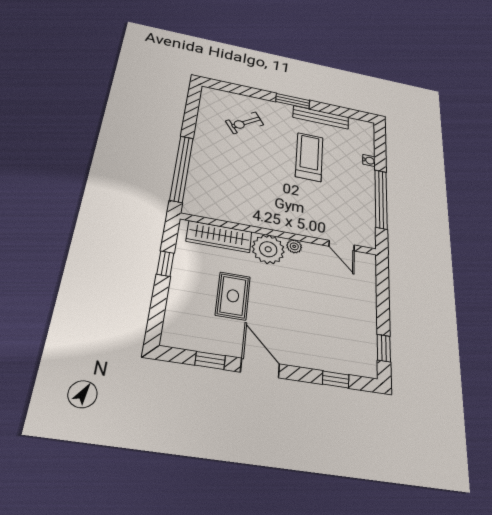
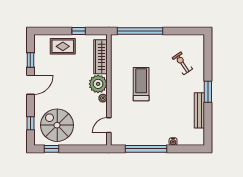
treadmill: (309, 157) -> (141, 84), moved, turned -90
rug: (233, 296) -> (63, 46), moved
spiral stairs: (340, 331) -> (57, 125), added

